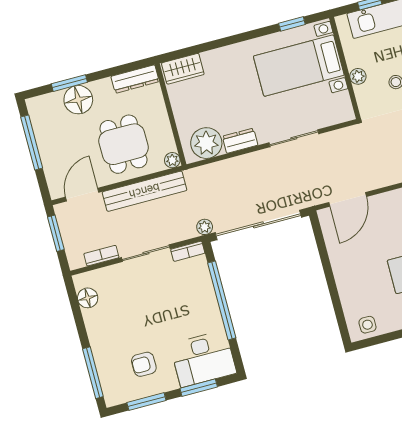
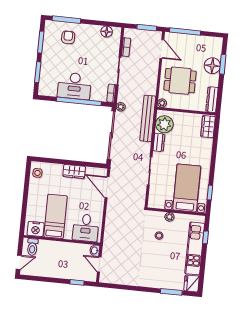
window: (32, 142) -> (185, 31), moved
bench: (144, 191) -> (148, 118), moved
wardrobe: (342, 264) -> (74, 171), added
desk: (203, 359) -> (74, 86), moved, turned -90
armchair: (144, 364) -> (68, 37), moved

